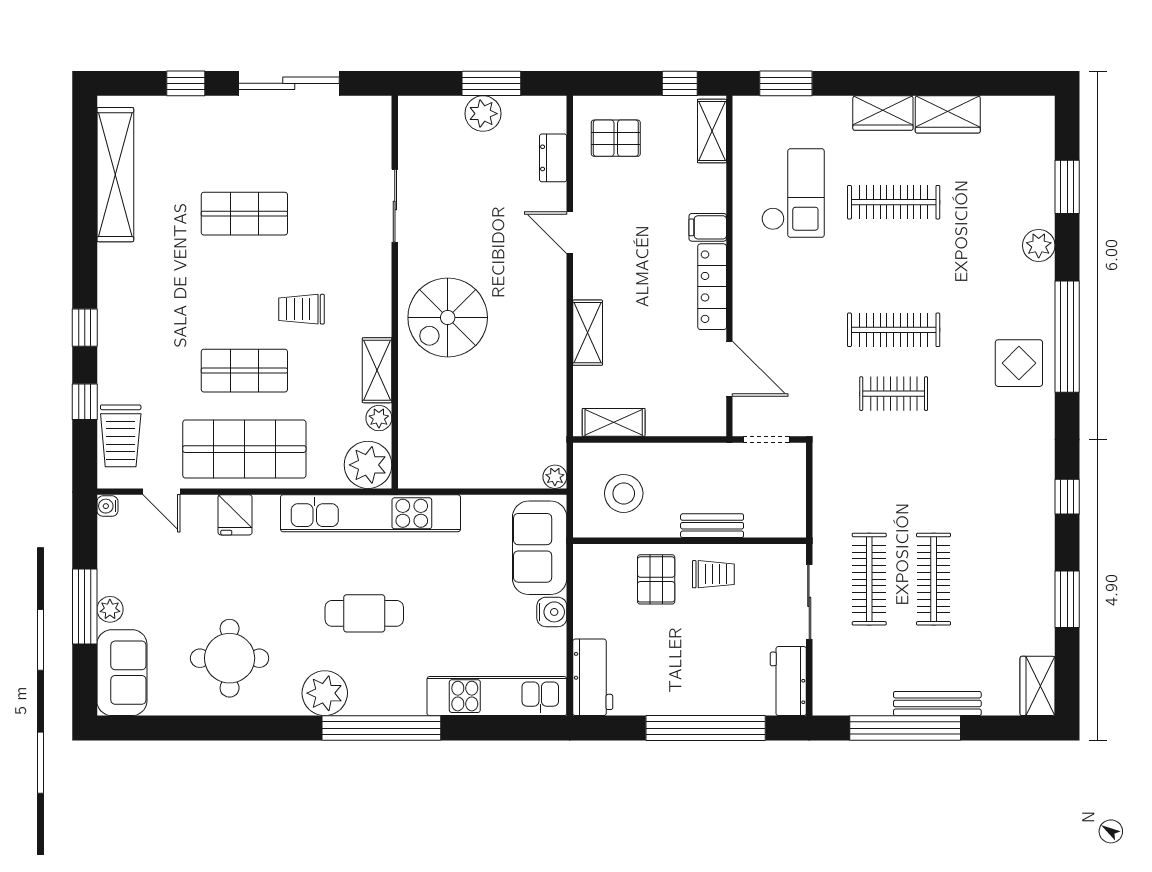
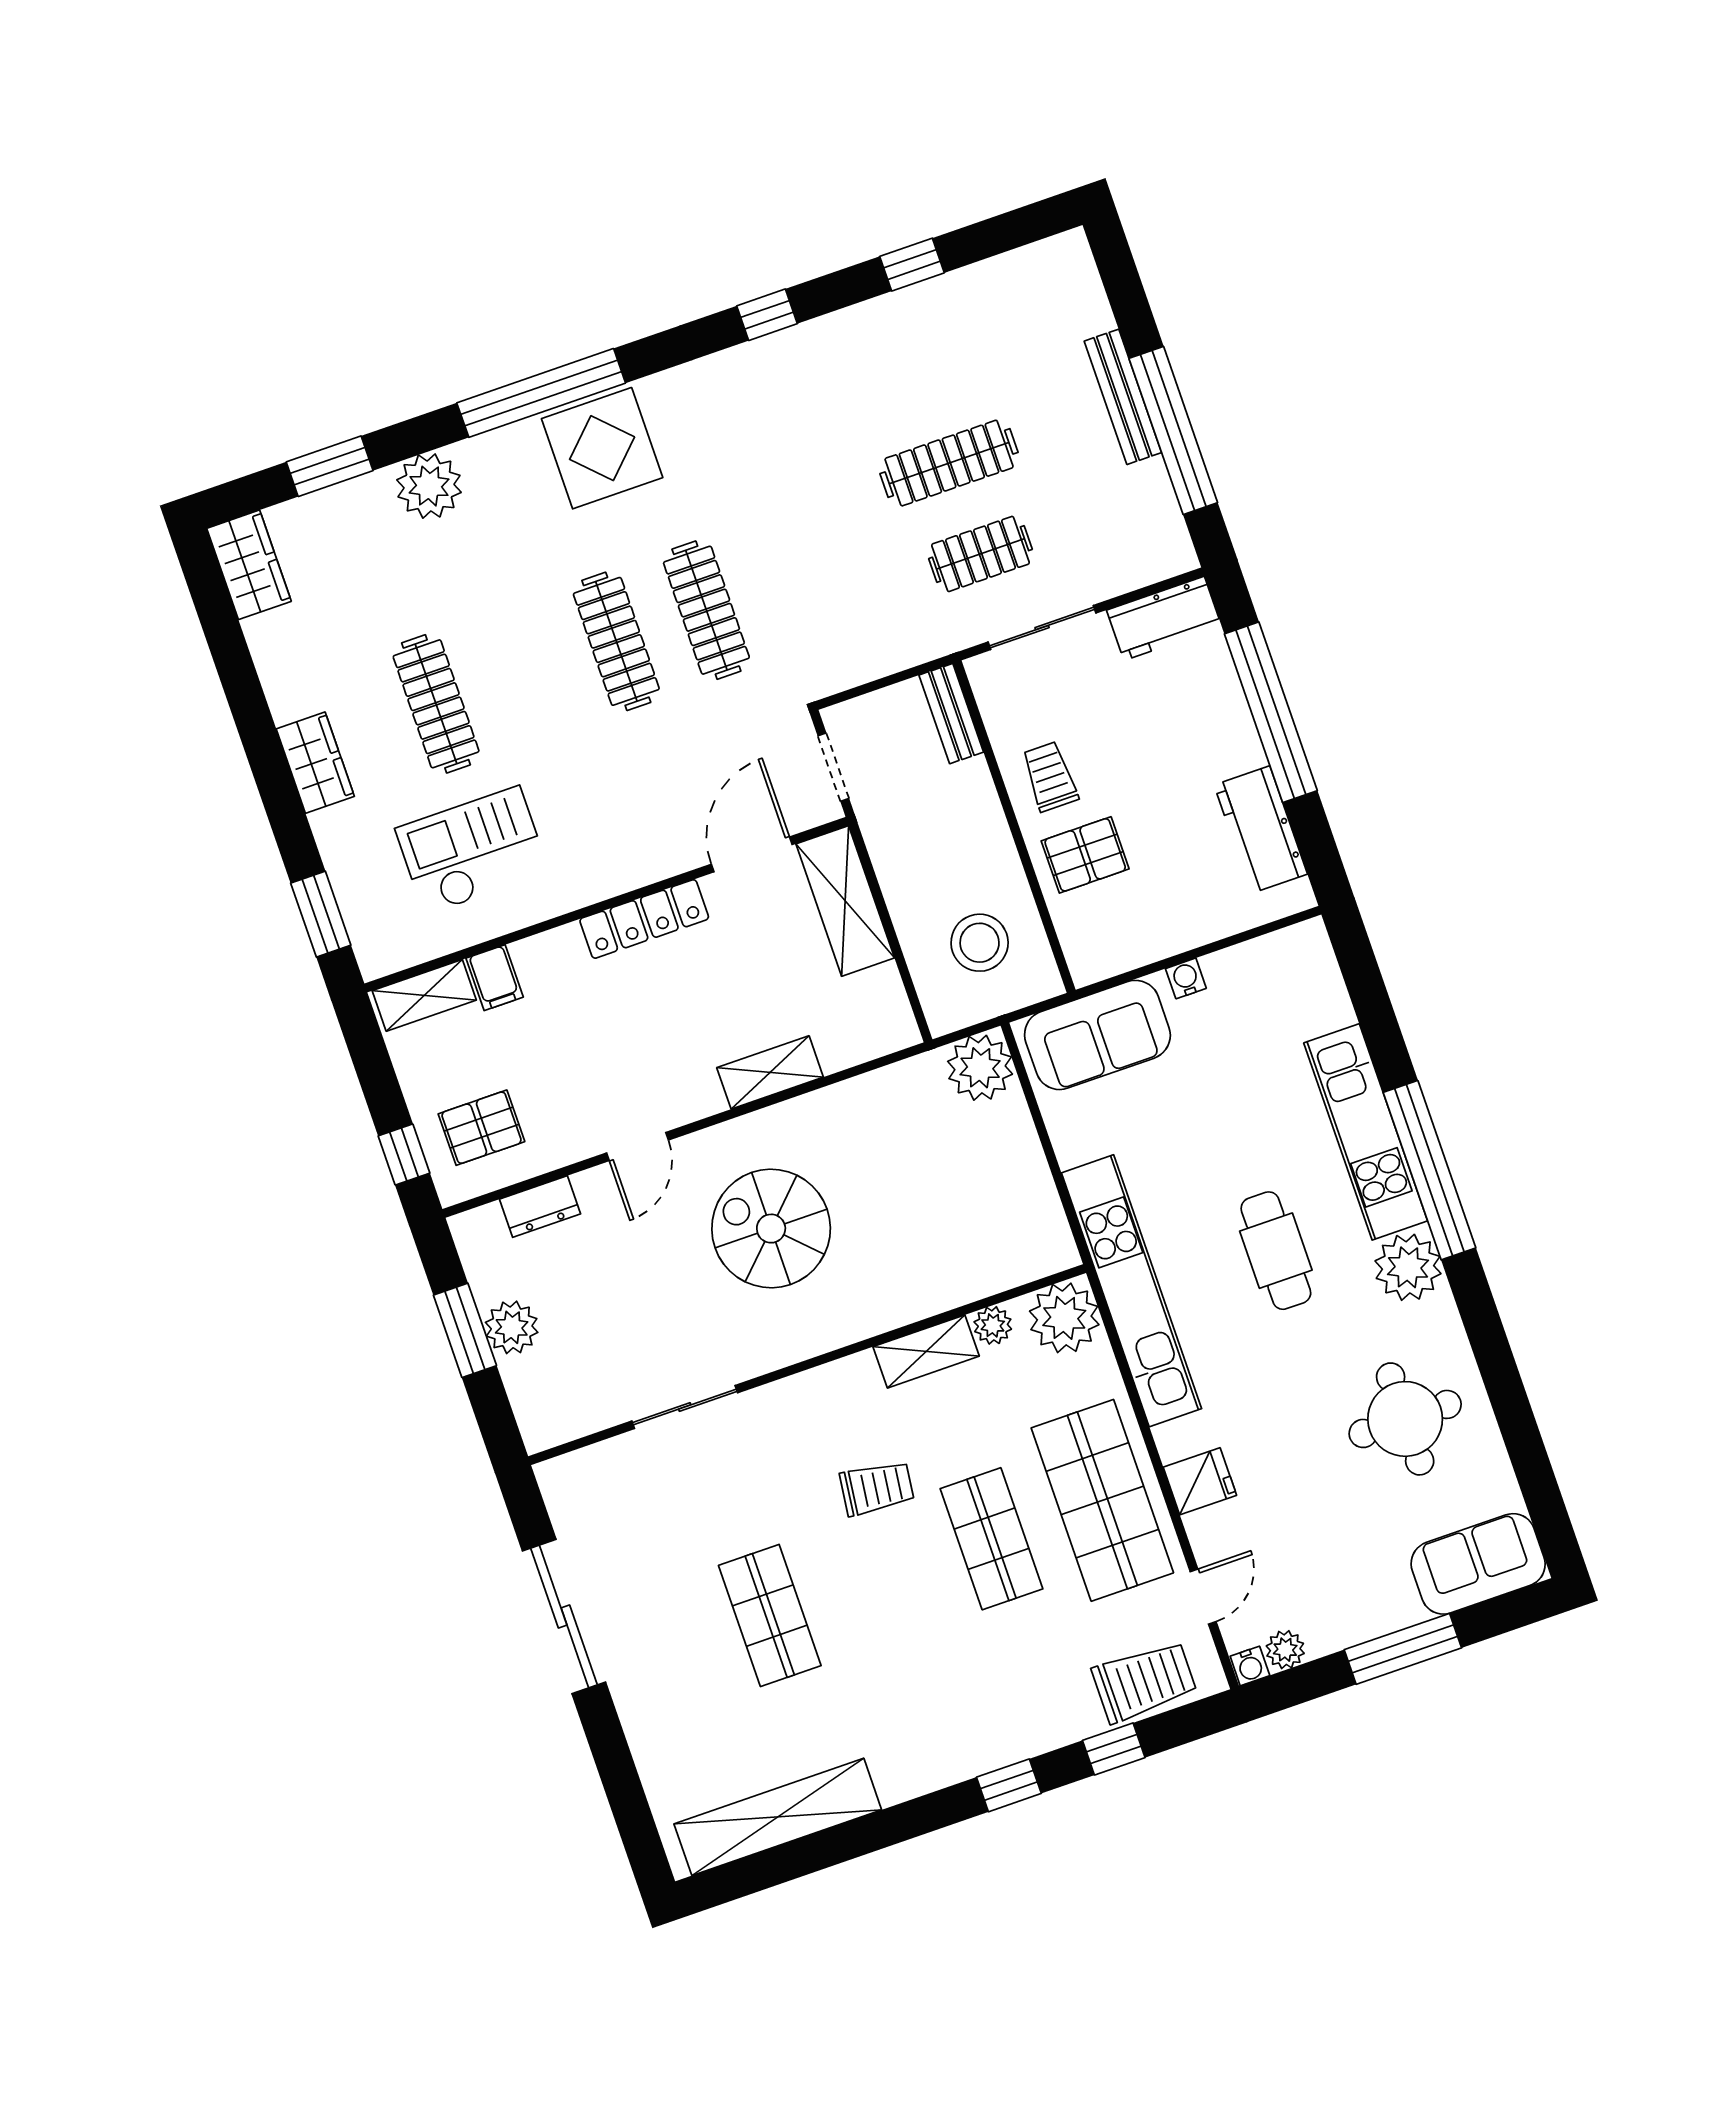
window: (186, 83) -> (614, 1762), removed
window: (680, 83) -> (404, 1155), moved
wardrobe: (948, 114) -> (249, 565), moved
pallet: (616, 138) -> (481, 1128), turned 90
filing cabinet: (708, 227) -> (495, 978), moved
plant: (1039, 245) -> (429, 486), width x1.36, depth x1.36
trolley: (301, 309) -> (877, 1488), turned -83
spiral stairs: (448, 318) -> (771, 1229), moved, turned 180
display table: (1019, 363) -> (602, 448), width x1.36, depth x1.36
clothes rail: (894, 394) -> (706, 610), width x1.36
shelving: (614, 422) -> (845, 901), moved, width x1.50, depth x1.33
plant: (555, 477) -> (980, 1068), width x1.88, depth x1.88
bench: (712, 526) -> (951, 714), moved
clothes rail: (869, 579) -> (980, 554), width x0.73
window: (1067, 599) -> (912, 265), width x0.67
plant: (110, 609) -> (1285, 1650), moved
water cooler: (552, 612) -> (1186, 978), width x0.72, depth x0.72
workbench: (593, 677) -> (1261, 830), moved, turned -90
wardrobe: (1038, 686) -> (1049, 264), removed
kitchen unit: (497, 696) -> (1366, 1132), moved

